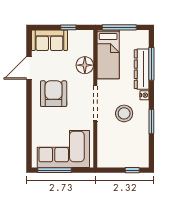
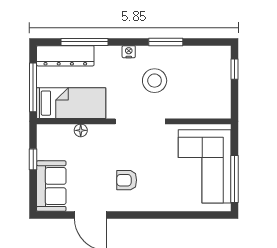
floor lamp: (85, 65) -> (81, 130), width x0.53, depth x0.53
dresser: (142, 69) -> (65, 56), moved
armchair: (54, 94) -> (127, 180), width x0.53, depth x0.53

